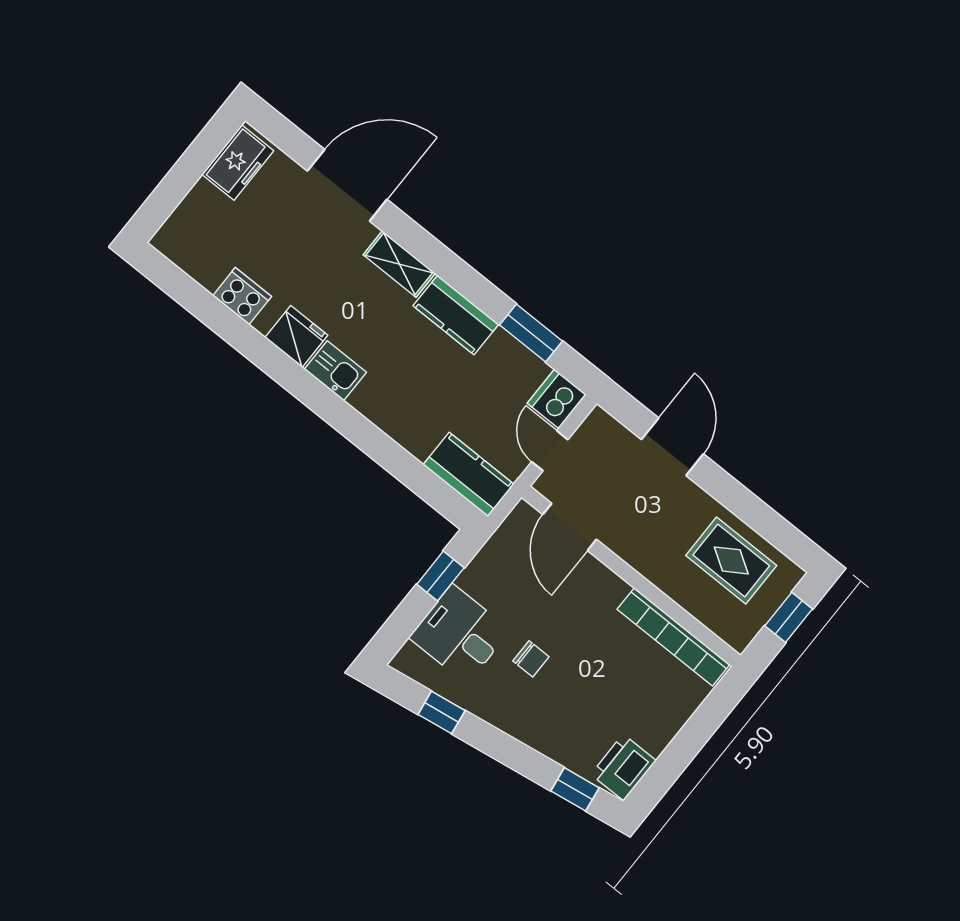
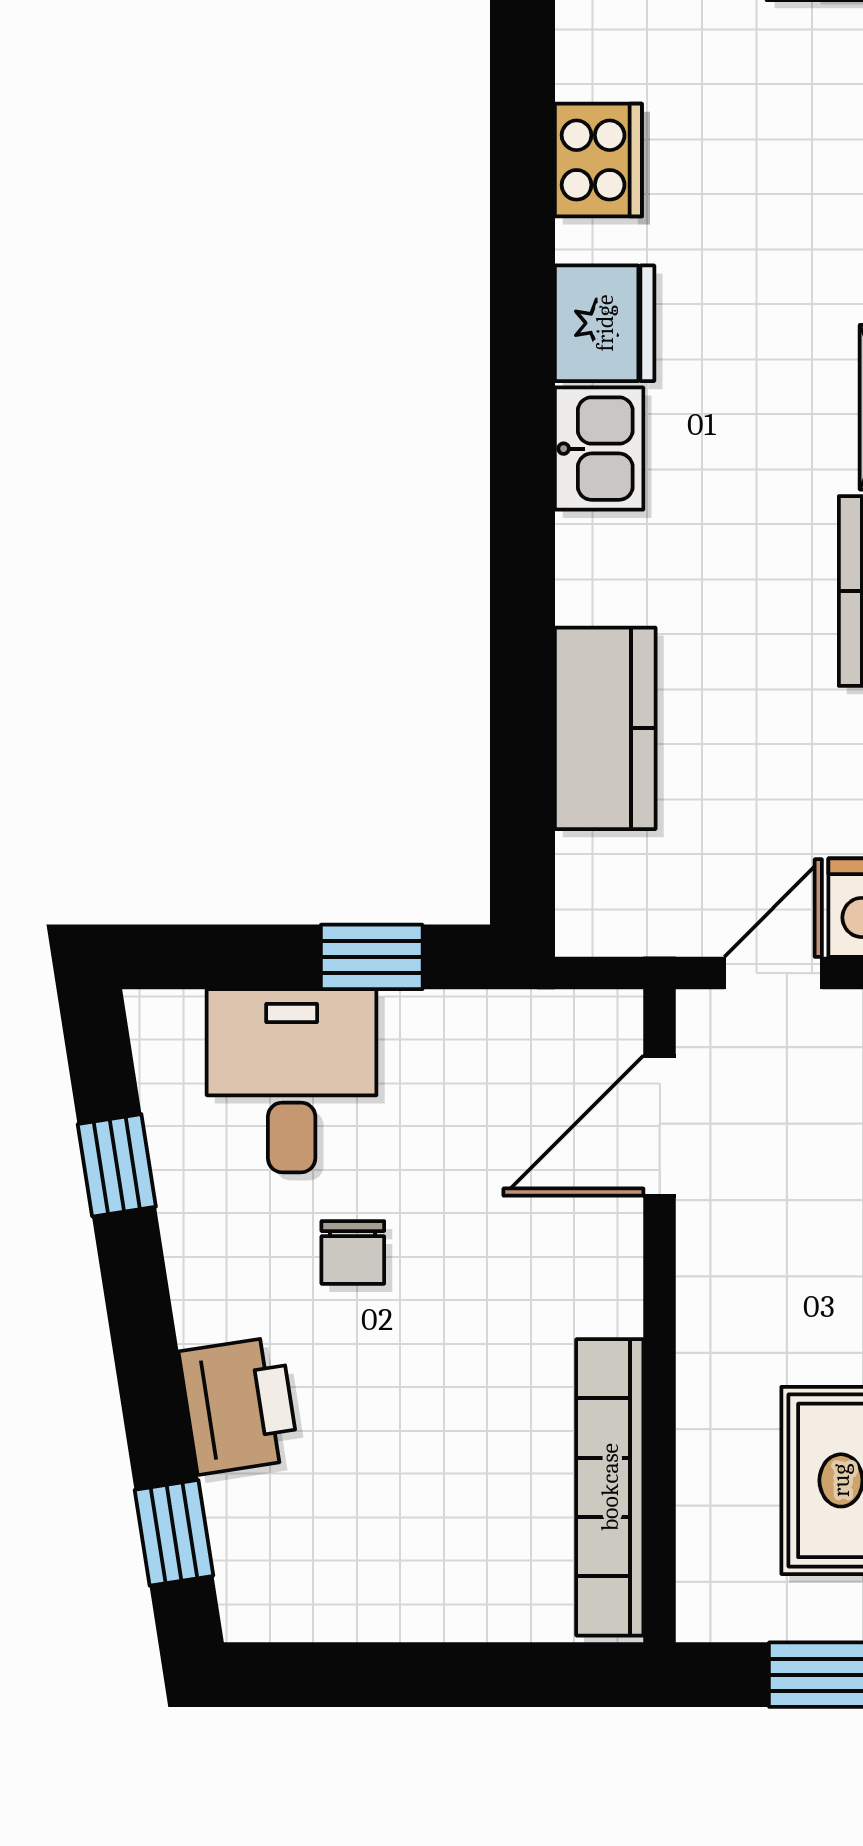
kitchen counter: (468, 475) -> (605, 728), moved
printer: (623, 767) -> (239, 1405), moved, turned 81

